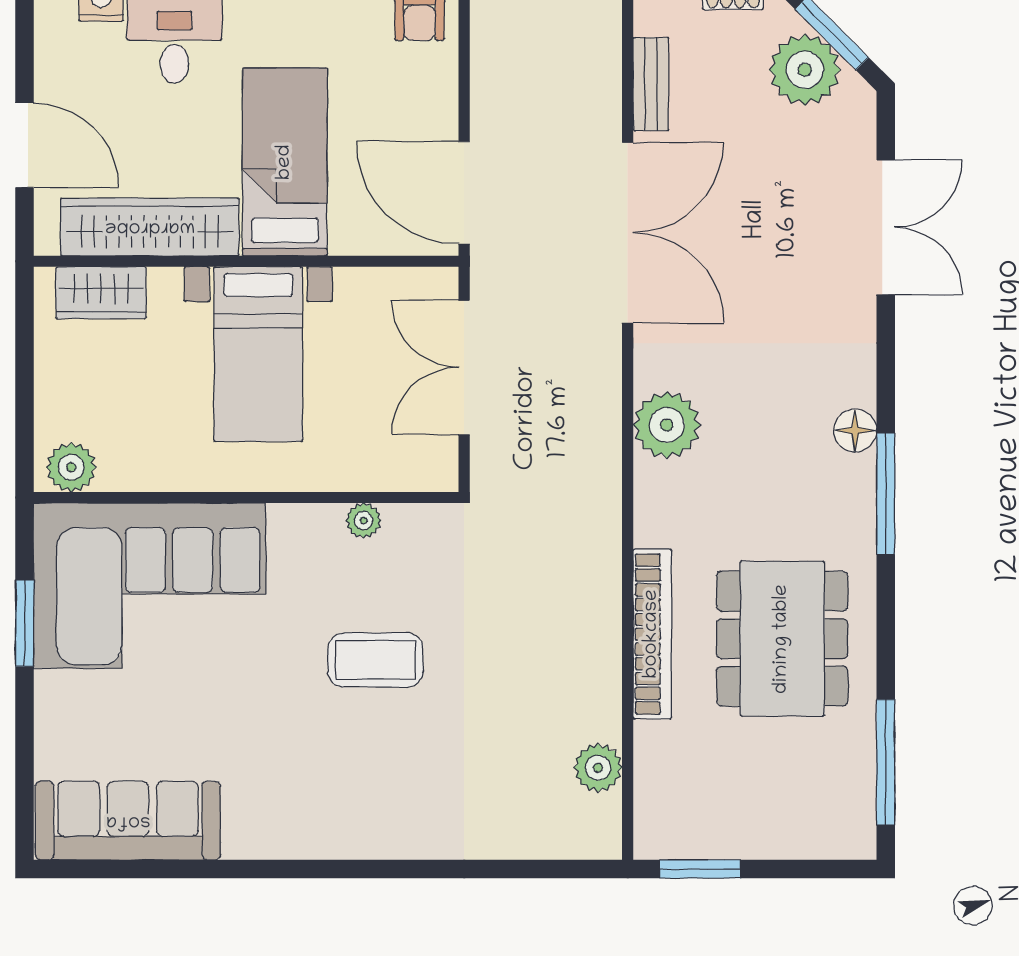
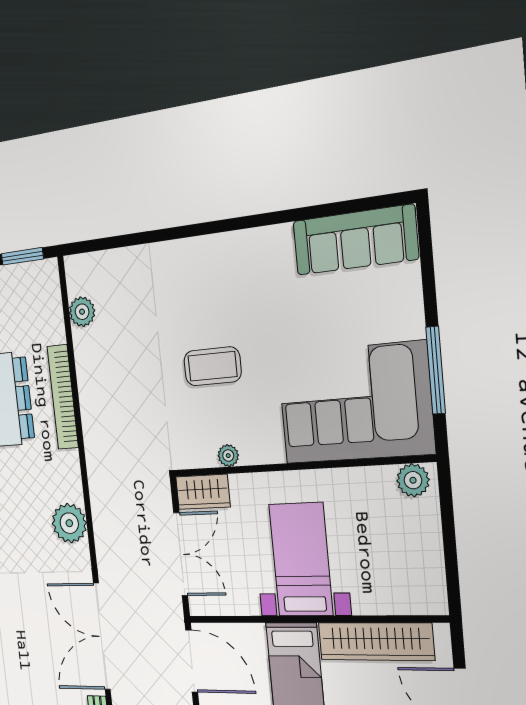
wardrobe: (101, 293) -> (203, 492), moved, turned 180
window: (24, 623) -> (436, 370), width x1.44

